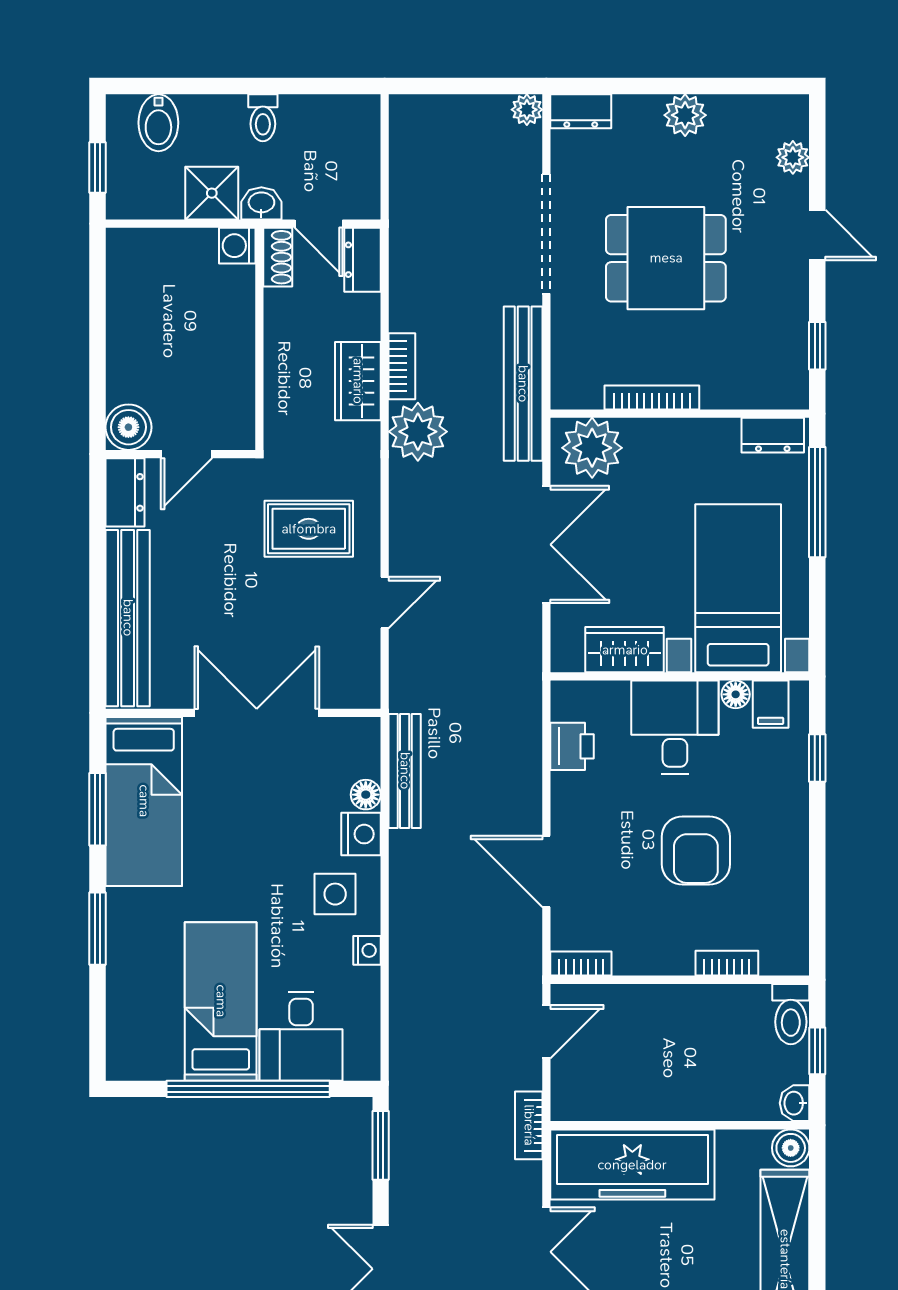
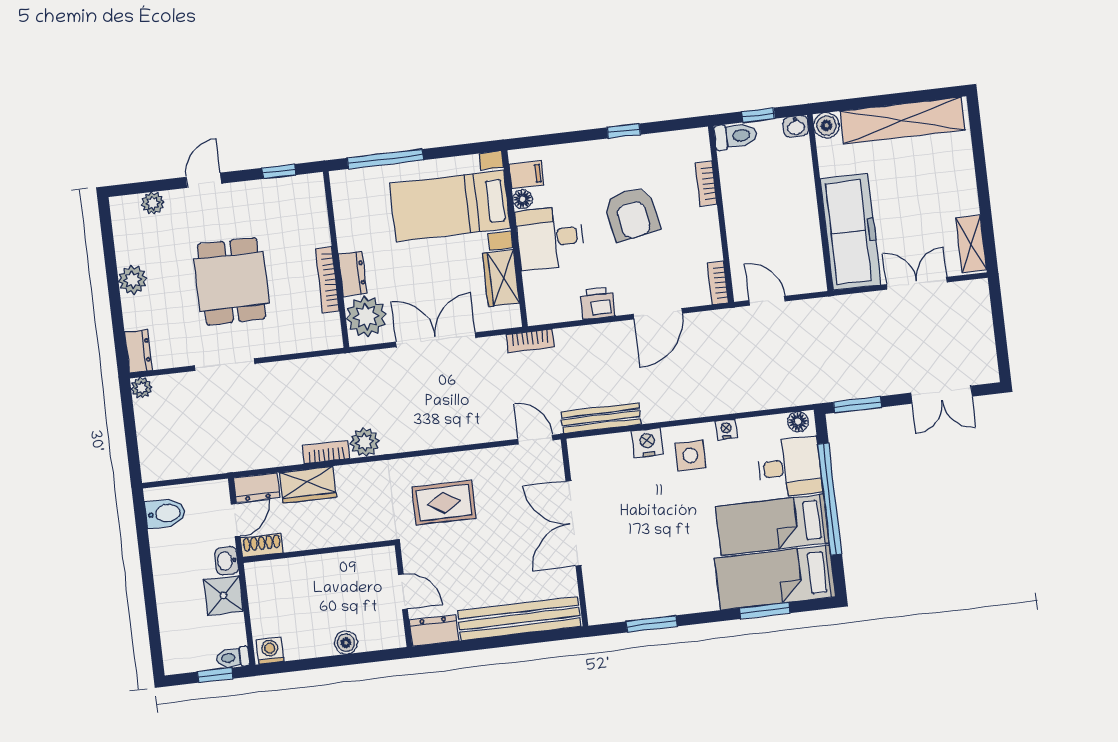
toilet: (263, 118) -> (233, 658), moved, turned 180
bidet: (158, 123) -> (165, 513), moved
doorway: (546, 234) -> (224, 365), width x0.73
washing machine: (237, 246) -> (270, 651), moved, turned 180
wardrobe: (358, 381) -> (308, 485), moved
bench: (523, 384) -> (328, 368), removed
boiler: (128, 427) -> (346, 643), moved, width x0.73, depth x0.73
plant: (418, 432) -> (365, 442), width x0.73, depth x0.73
dresser: (773, 435) -> (353, 274), moved
rug: (309, 529) -> (444, 503), turned 90
door: (385, 603) -> (536, 440), moved
printer: (572, 746) -> (597, 303), moved
window: (817, 758) -> (624, 131), moved
floor lamp: (366, 795) -> (798, 422), moved
bed: (144, 801) -> (775, 578), moved, turned 180
armchair: (696, 850) -> (632, 214), turned 79
window: (98, 929) -> (765, 611), moved
bookcase: (529, 1125) -> (530, 341), moved

